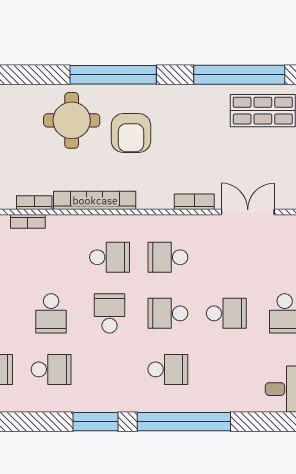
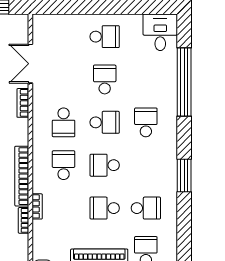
bookcase: (28, 221) -> (37, 206), moved
school desk: (51, 313) -> (105, 208), turned 180
school desk: (168, 313) -> (105, 122), turned -90
school desk: (51, 369) -> (146, 208), turned 90
window: (184, 422) -> (184, 82), moved

